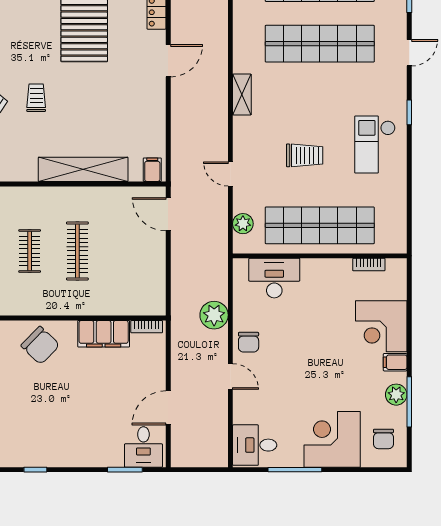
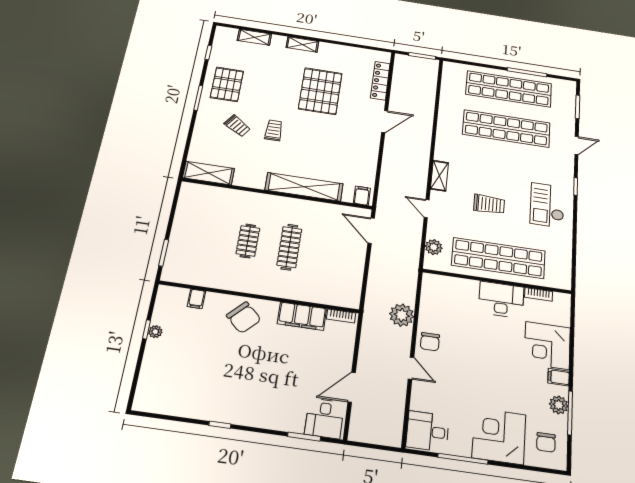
shelving: (242, 94) -> (439, 176), moved
desk: (274, 278) -> (501, 300), moved

